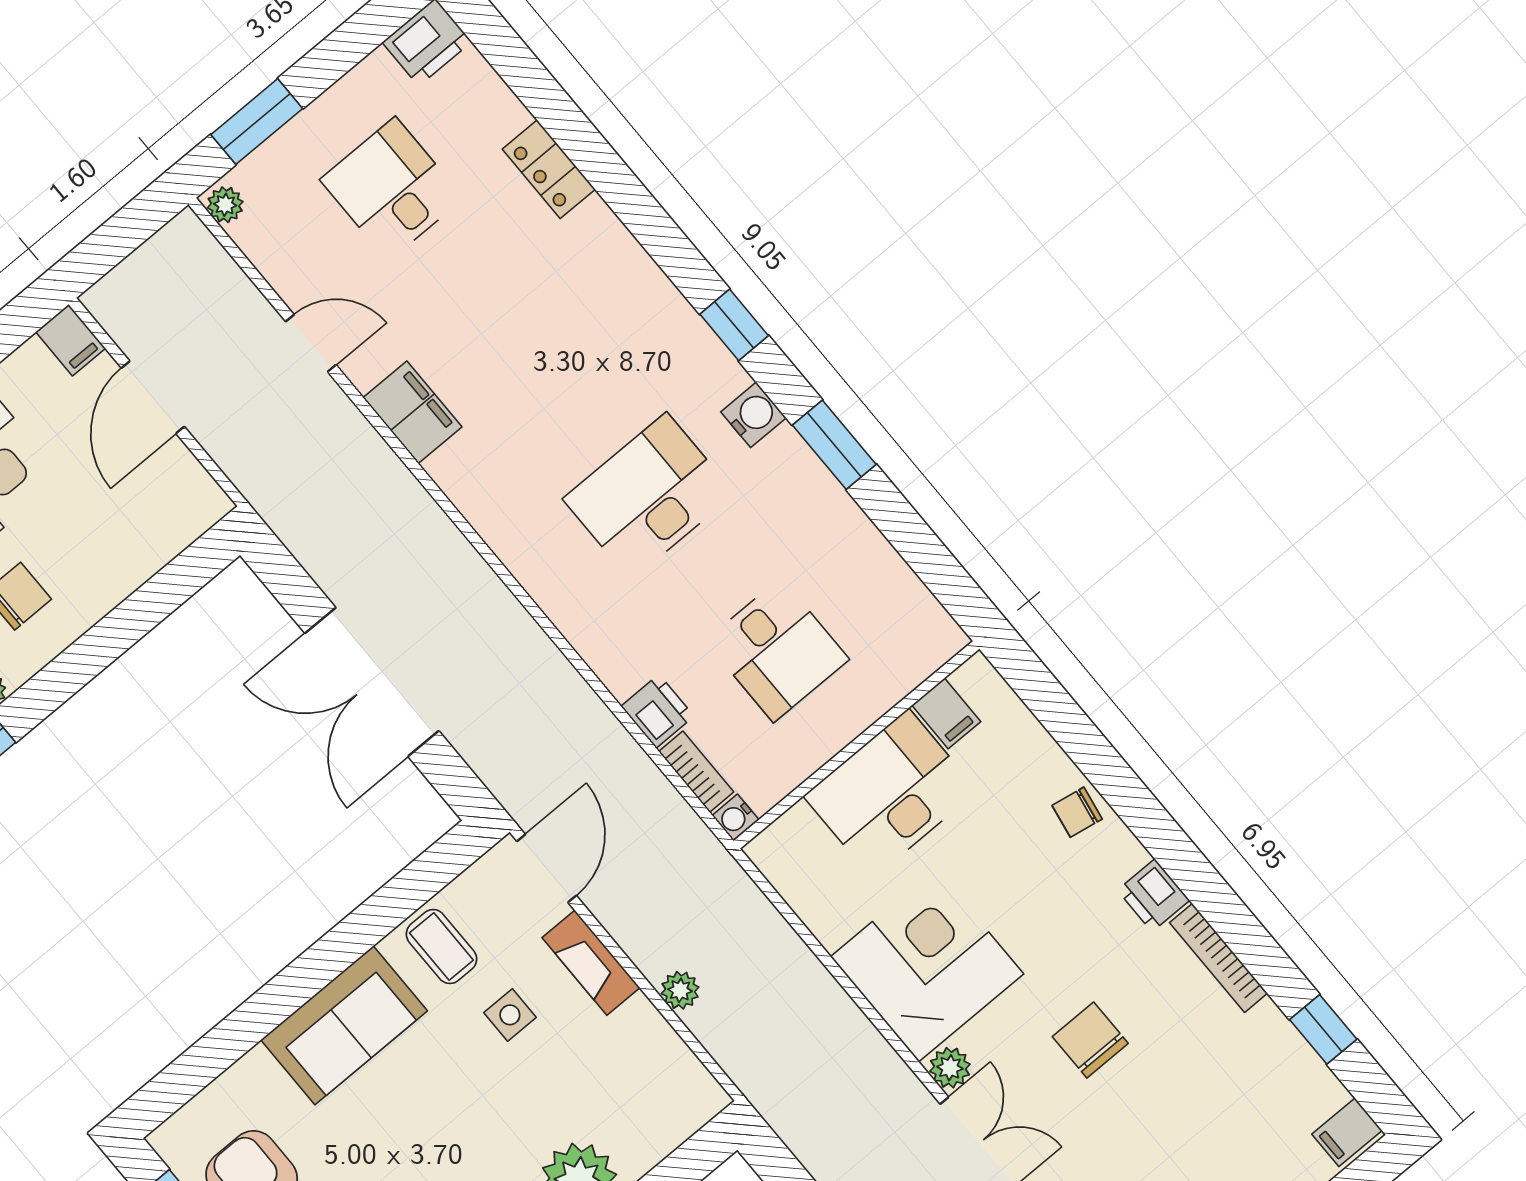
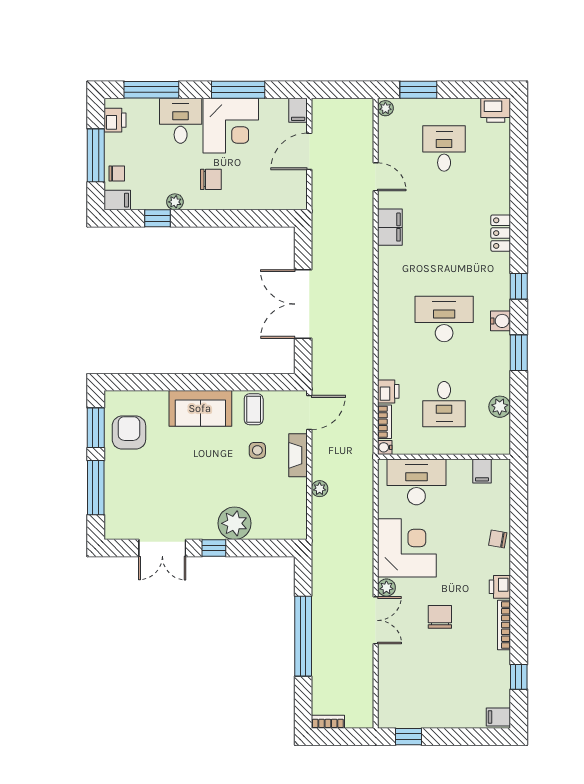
locker: (549, 169) -> (501, 233), moved
plant: (881, 571) -> (500, 407), added
desk: (890, 794) -> (416, 482), moved

